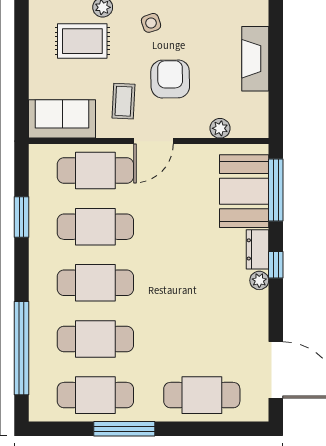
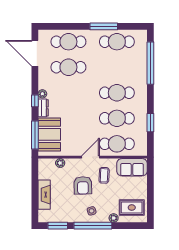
rug: (82, 41) -> (132, 208), moved
cafe table: (95, 339) -> (68, 67), moved

